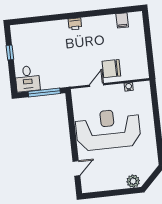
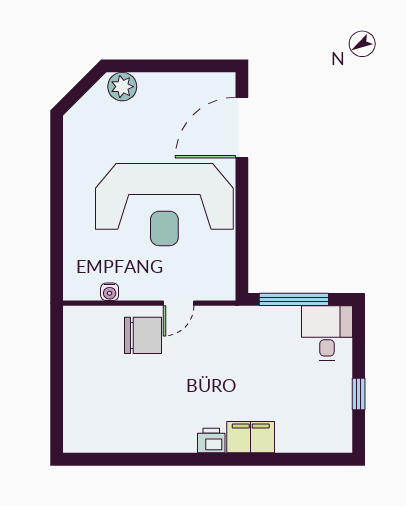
filing cabinet: (122, 20) -> (251, 437), moved, width x2.00
door: (76, 168) -> (242, 128), width x1.87

